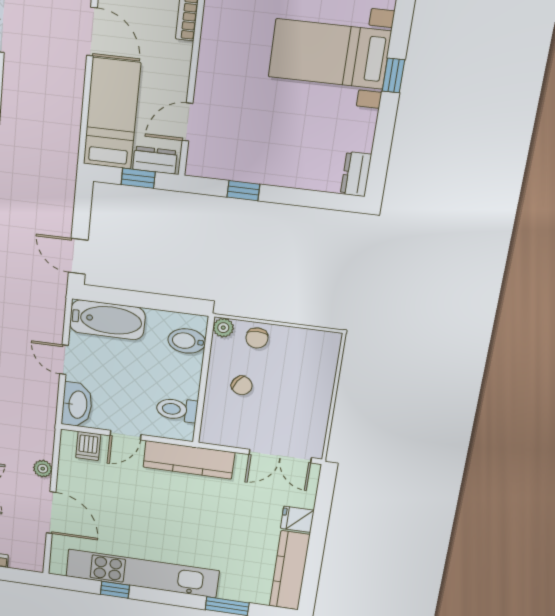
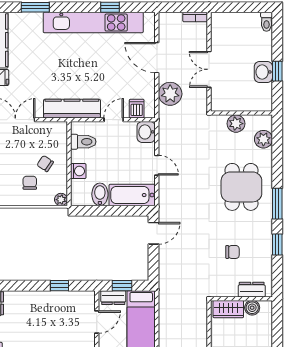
door: (78, 256) -> (154, 233), hinge flipped
chair: (257, 338) -> (30, 183), moved
bidet: (187, 341) -> (100, 194), moved, turned -90
washing machine: (190, 367) -> (78, 171), added
washbasin: (77, 405) -> (146, 132), width x0.72
plant: (43, 469) -> (170, 94), width x1.88, depth x1.88

